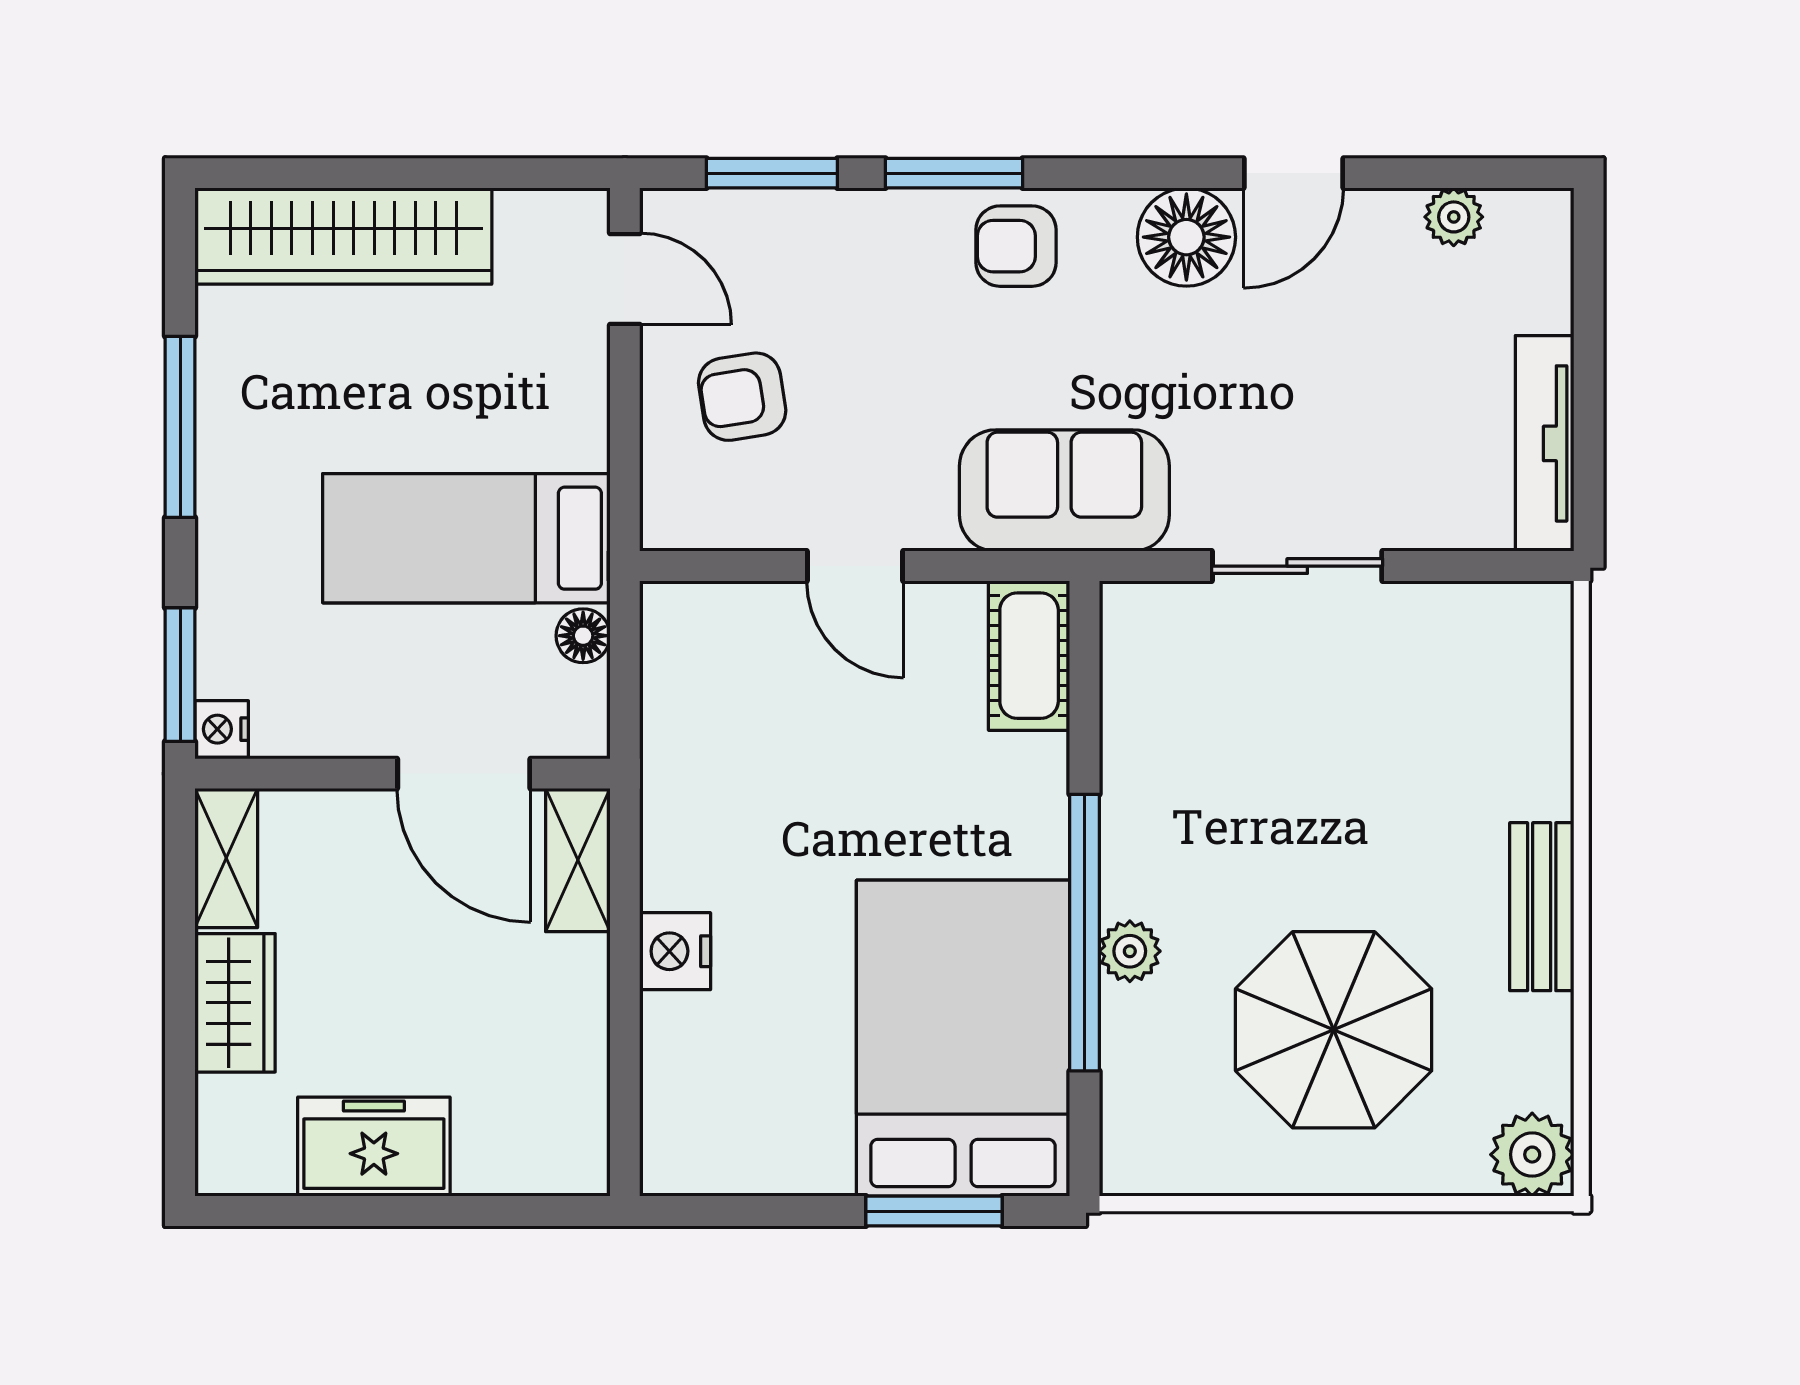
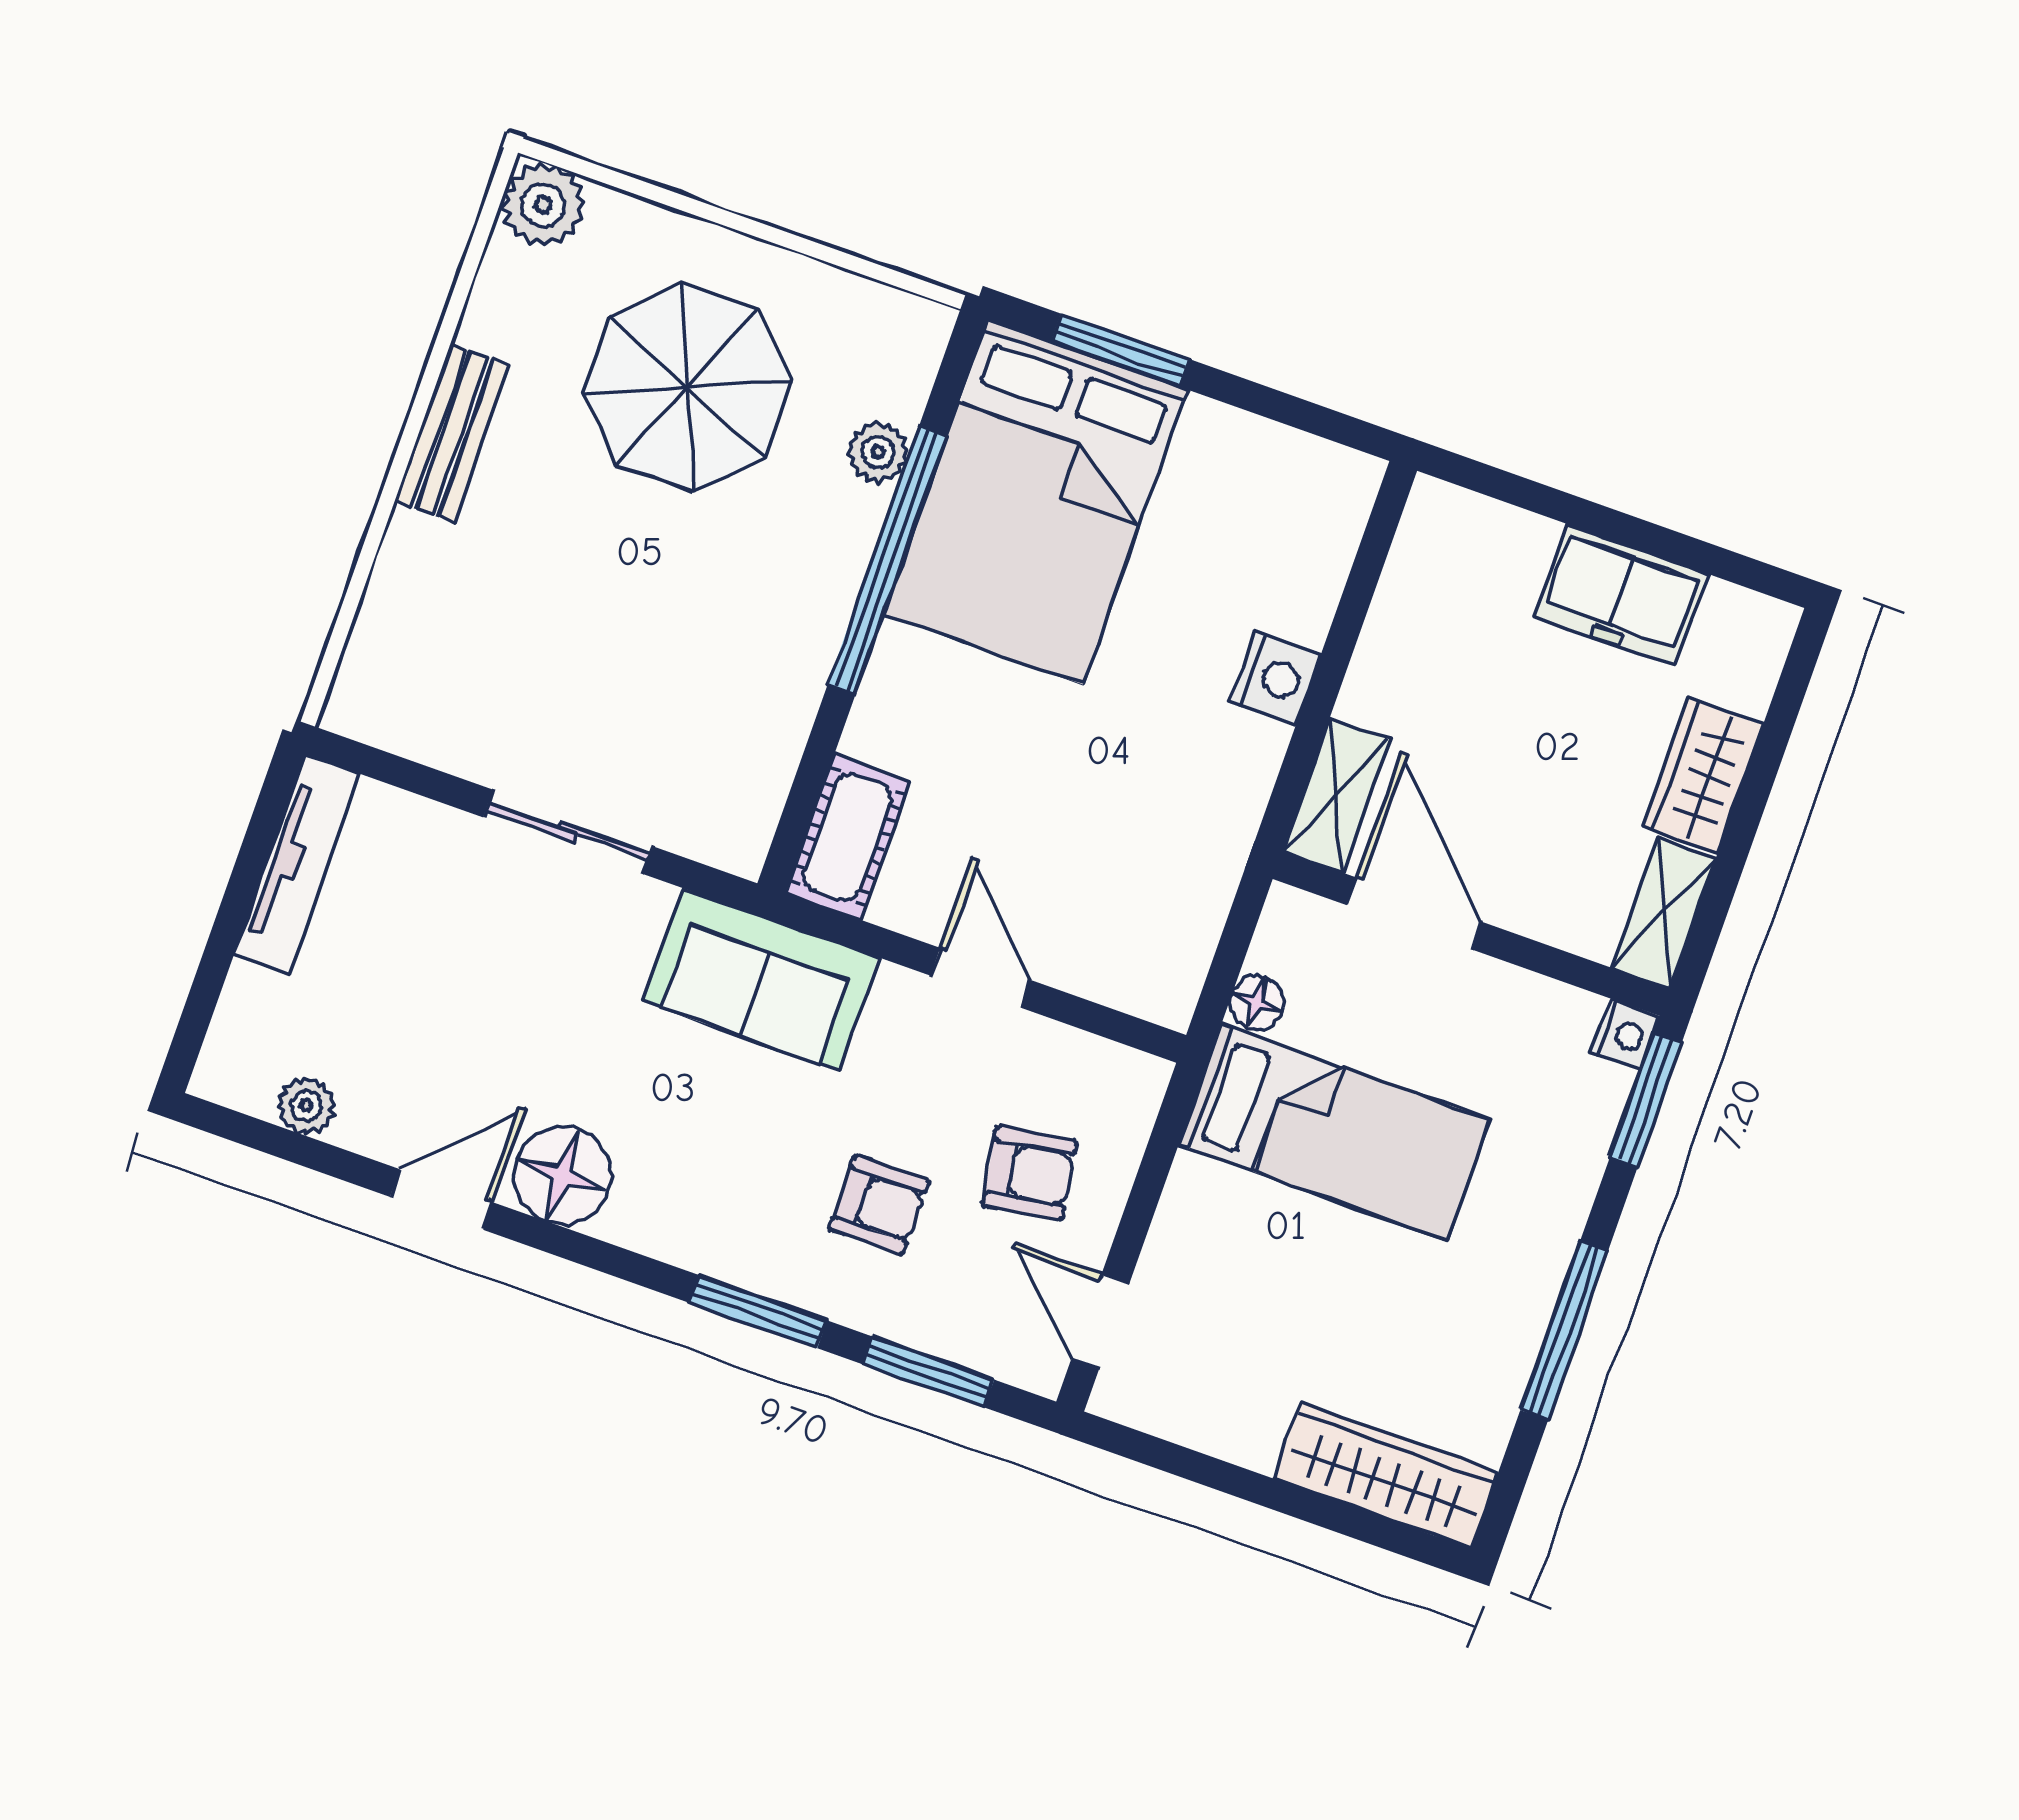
wardrobe: (343, 236) -> (1386, 1475), width x0.71, depth x0.85
armchair: (1016, 246) -> (879, 1205), moved
plant: (1130, 951) -> (878, 452), moved

